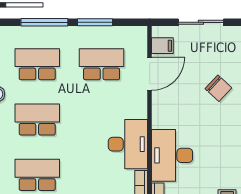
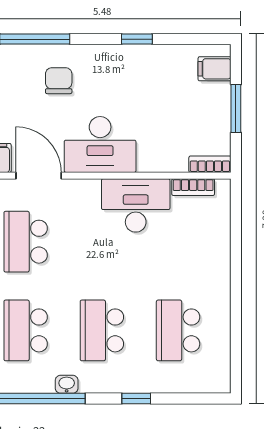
chair: (218, 88) -> (59, 81), turned -43
desk: (172, 155) -> (100, 144), moved

